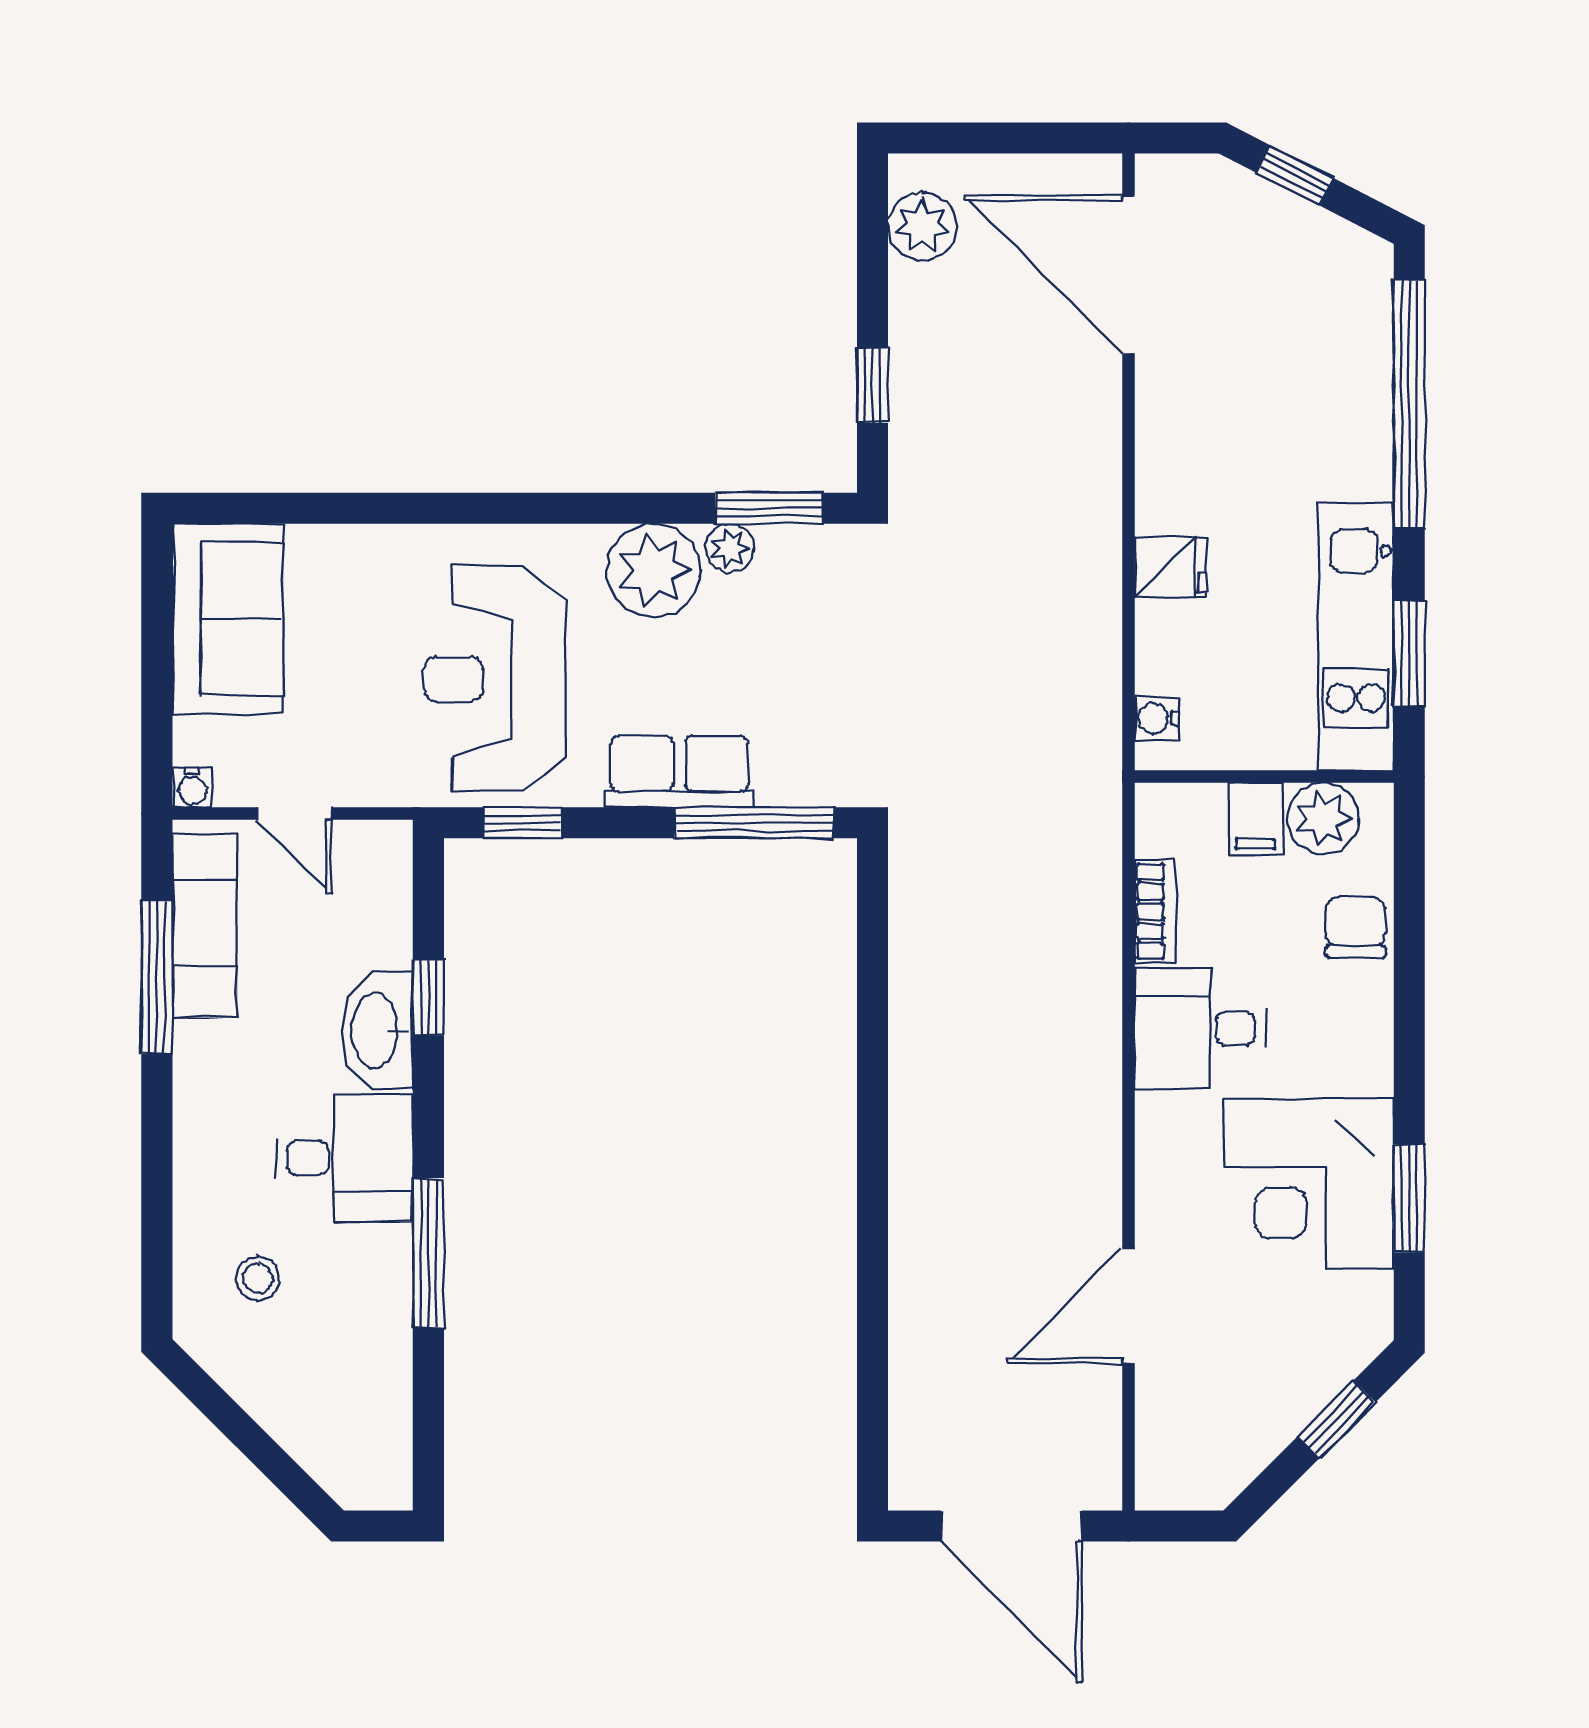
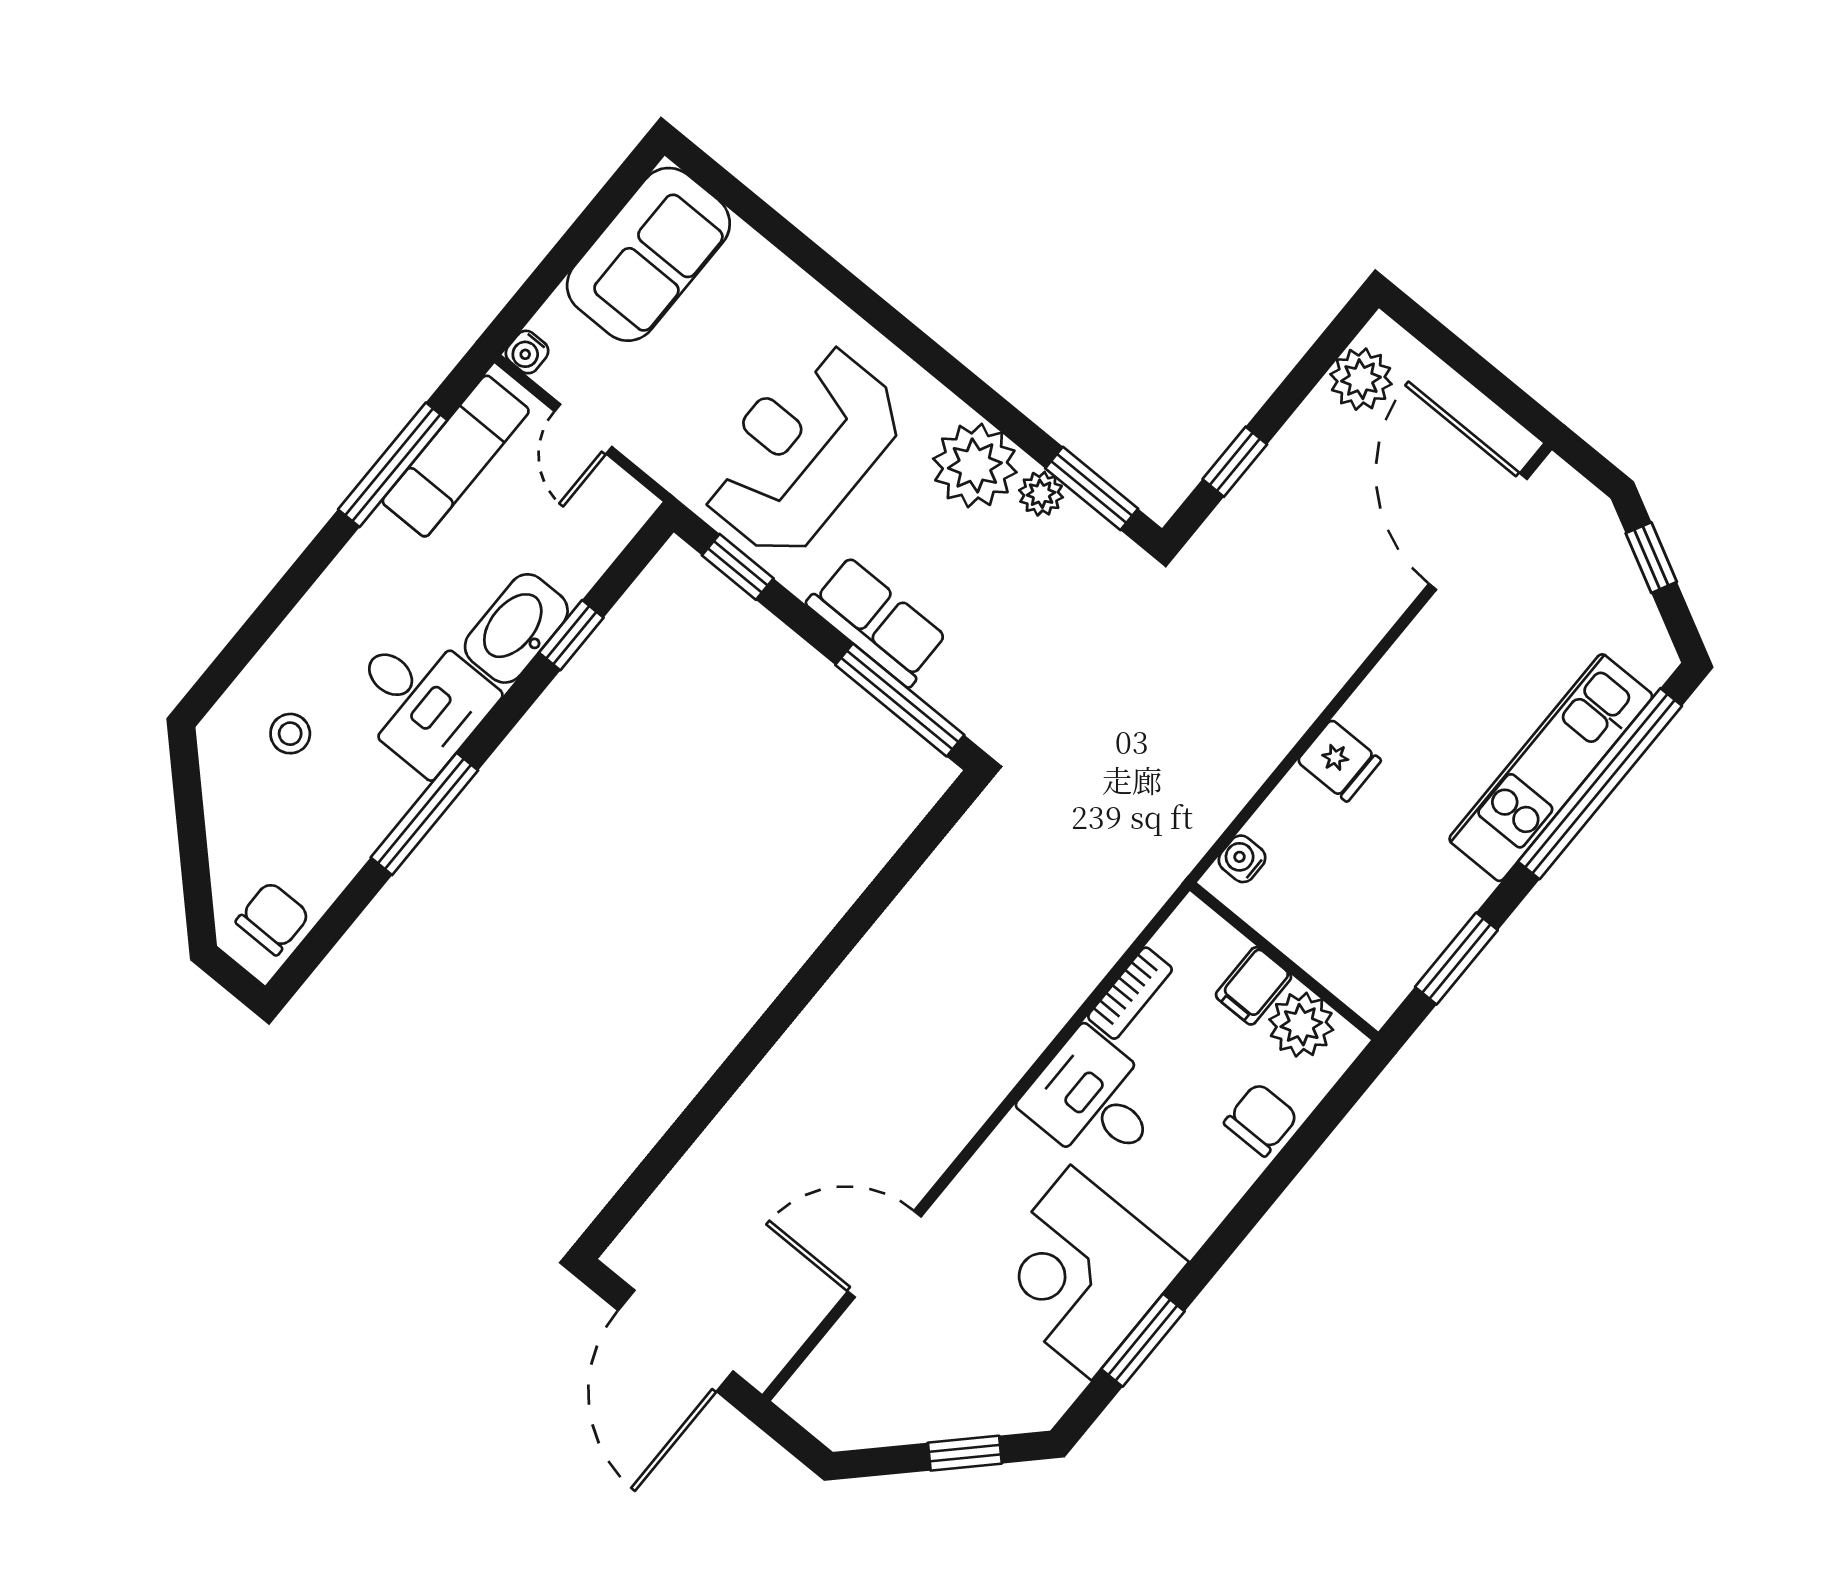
kitchen unit: (1356, 636) -> (1551, 768), moved
chair: (372, 1448) -> (273, 918), added

